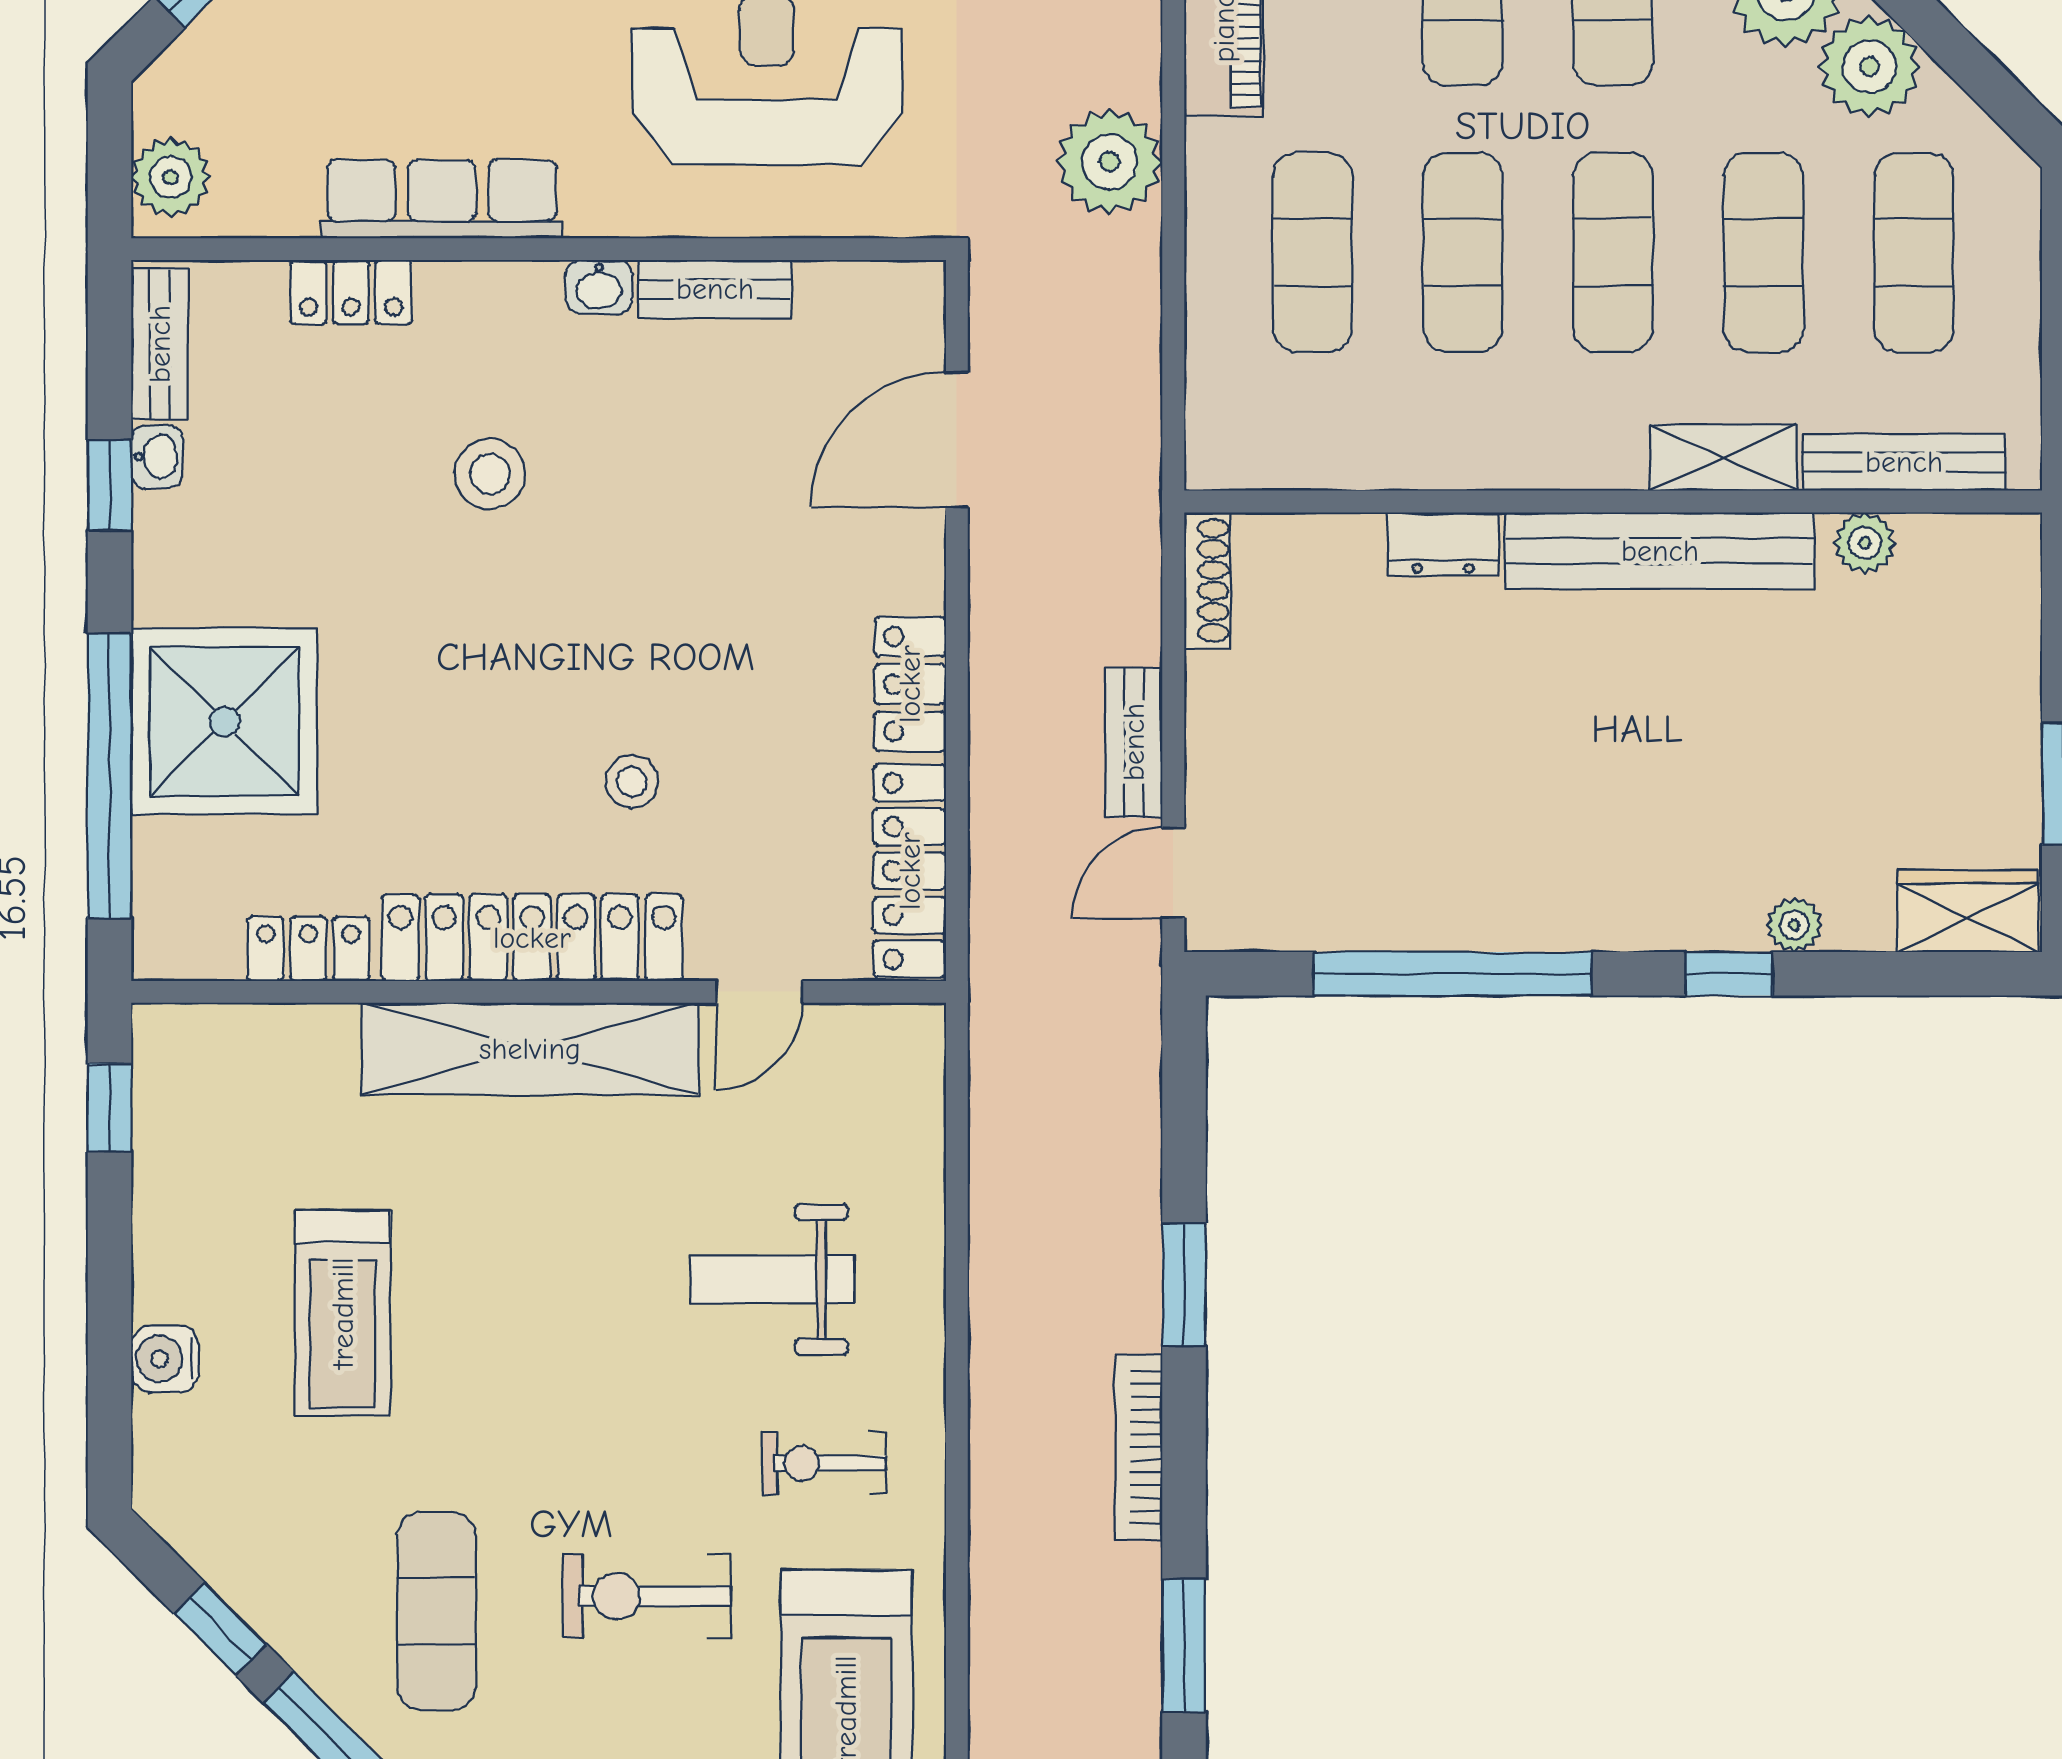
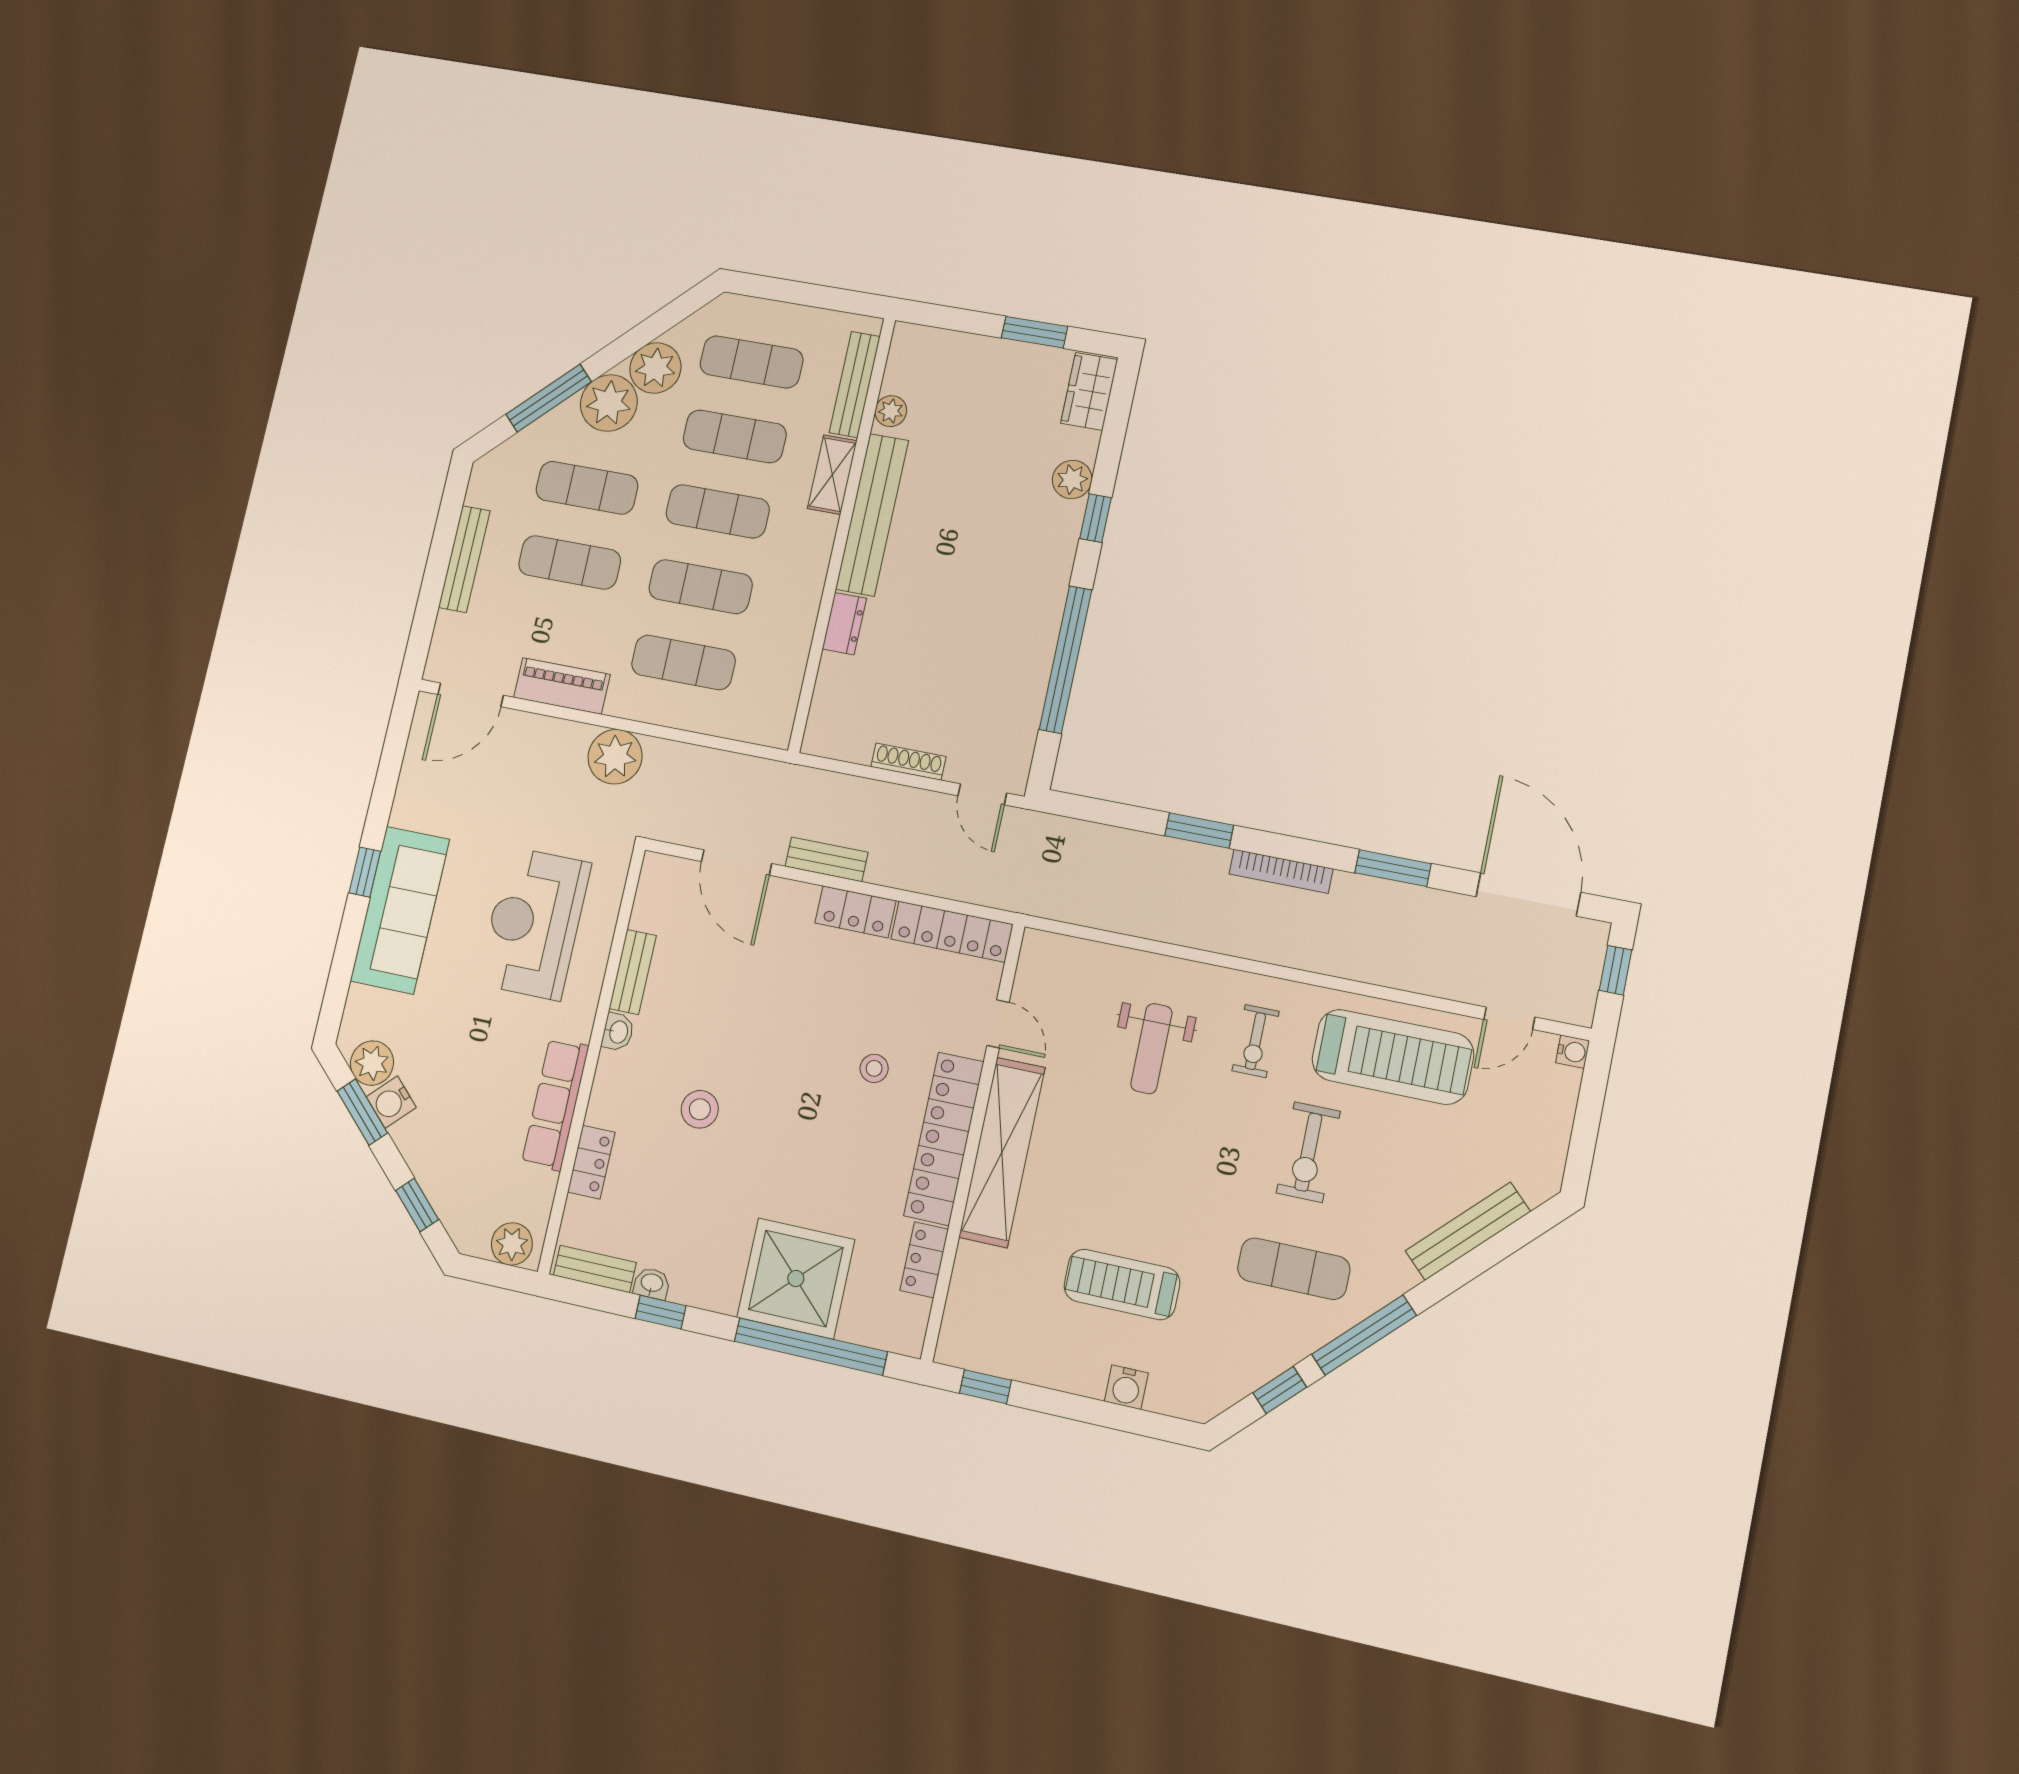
shoe rack: (1207, 581) -> (908, 762), moved
bench: (1134, 742) -> (827, 859), moved
plant: (1794, 925) -> (1072, 479), width x1.38, depth x1.38
treadmill: (343, 1313) -> (1122, 1284), turned 180

